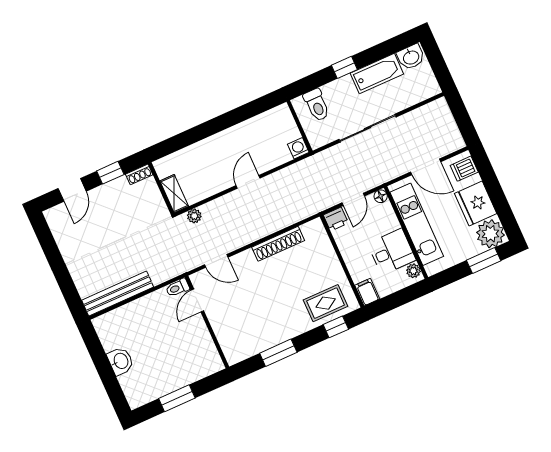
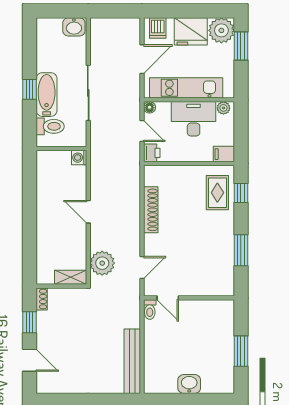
washbasin: (411, 57) -> (74, 27), moved, turned 90
bathtub: (377, 74) -> (47, 95), moved
plant: (194, 216) -> (102, 263), width x1.88, depth x1.88
desk: (392, 252) -> (194, 119), width x1.37

